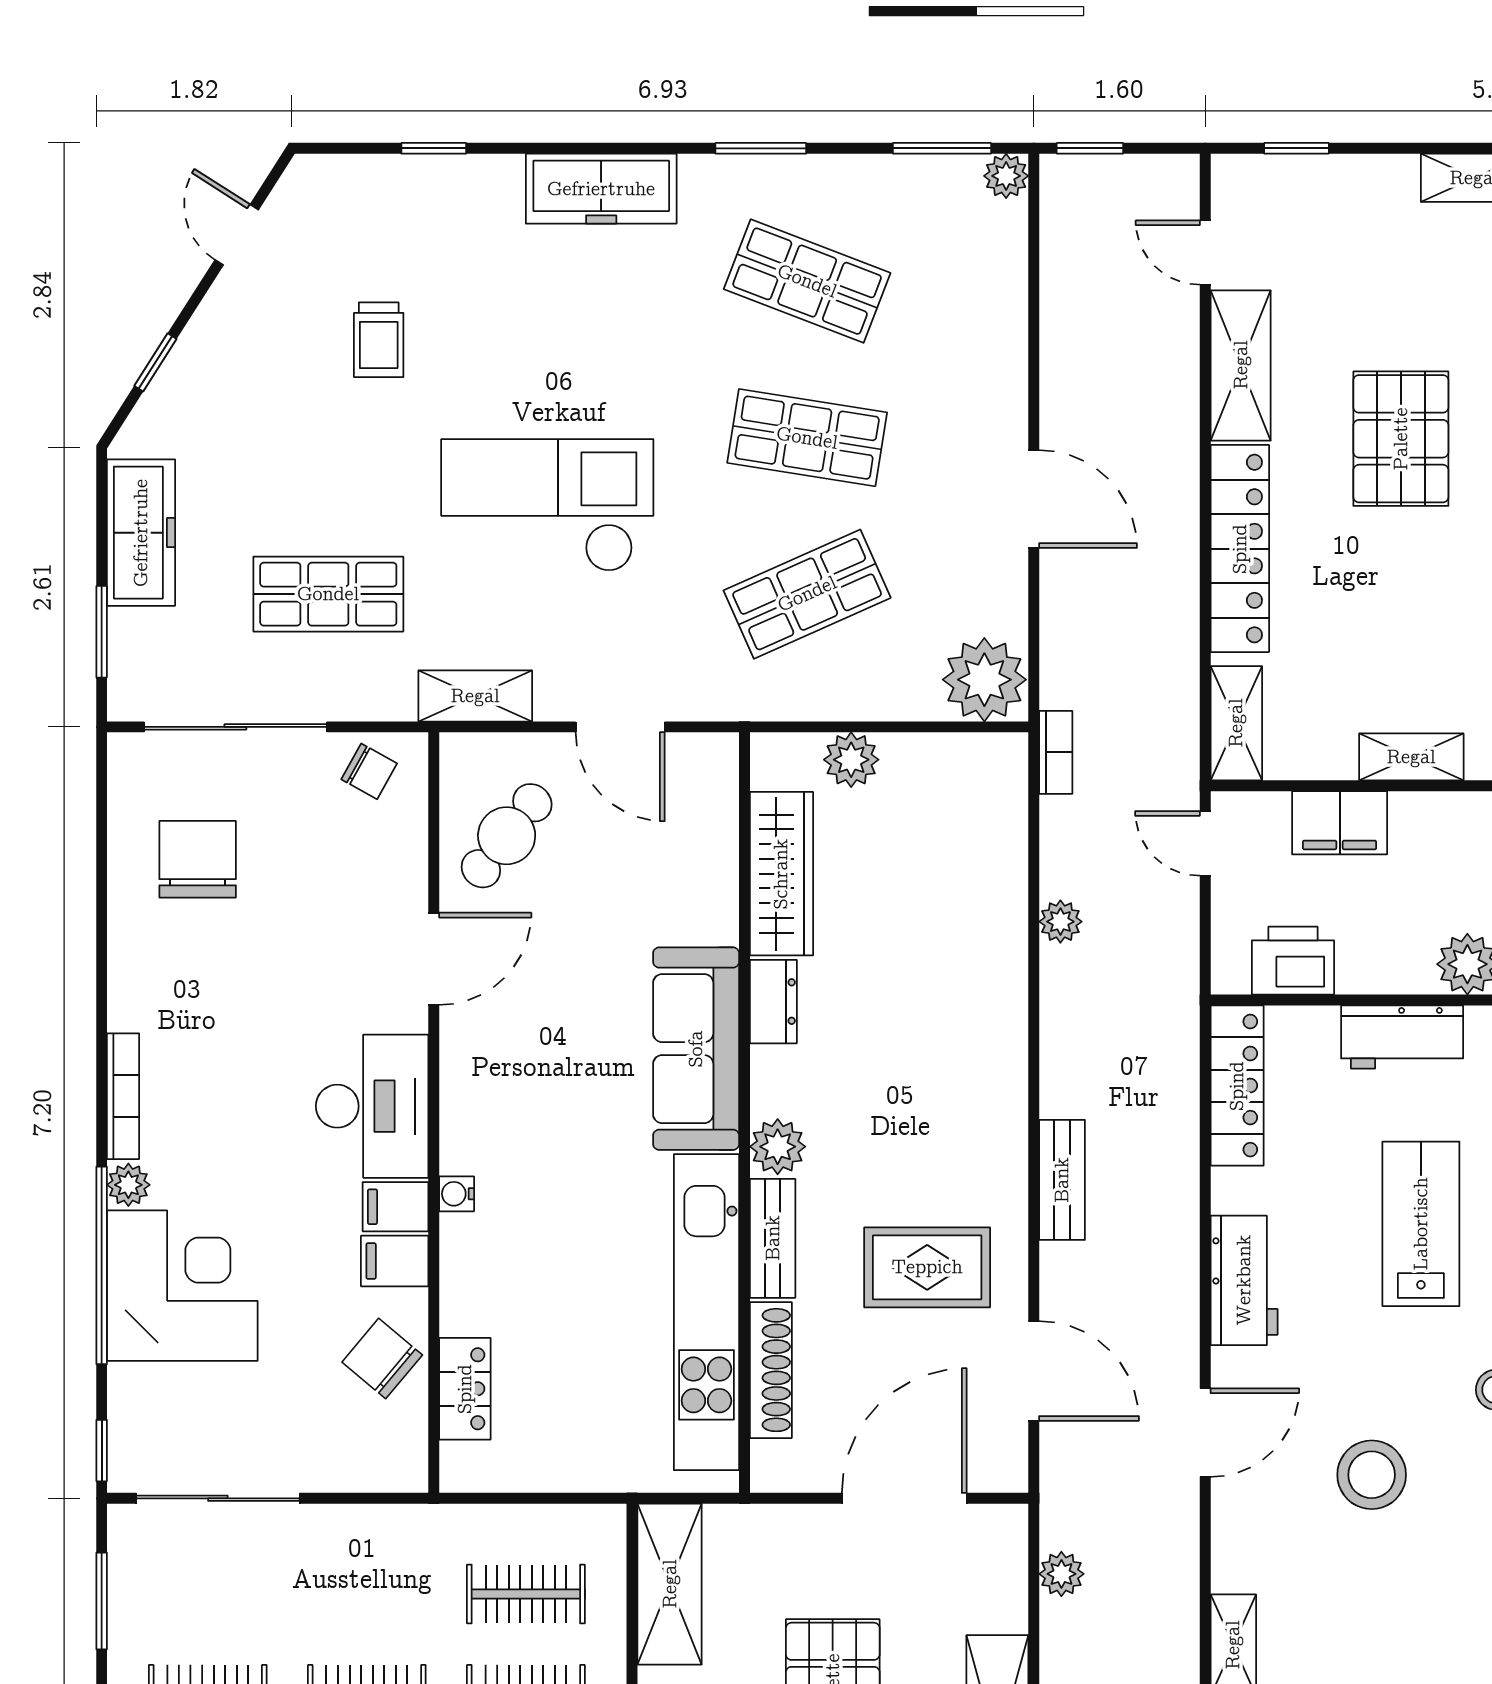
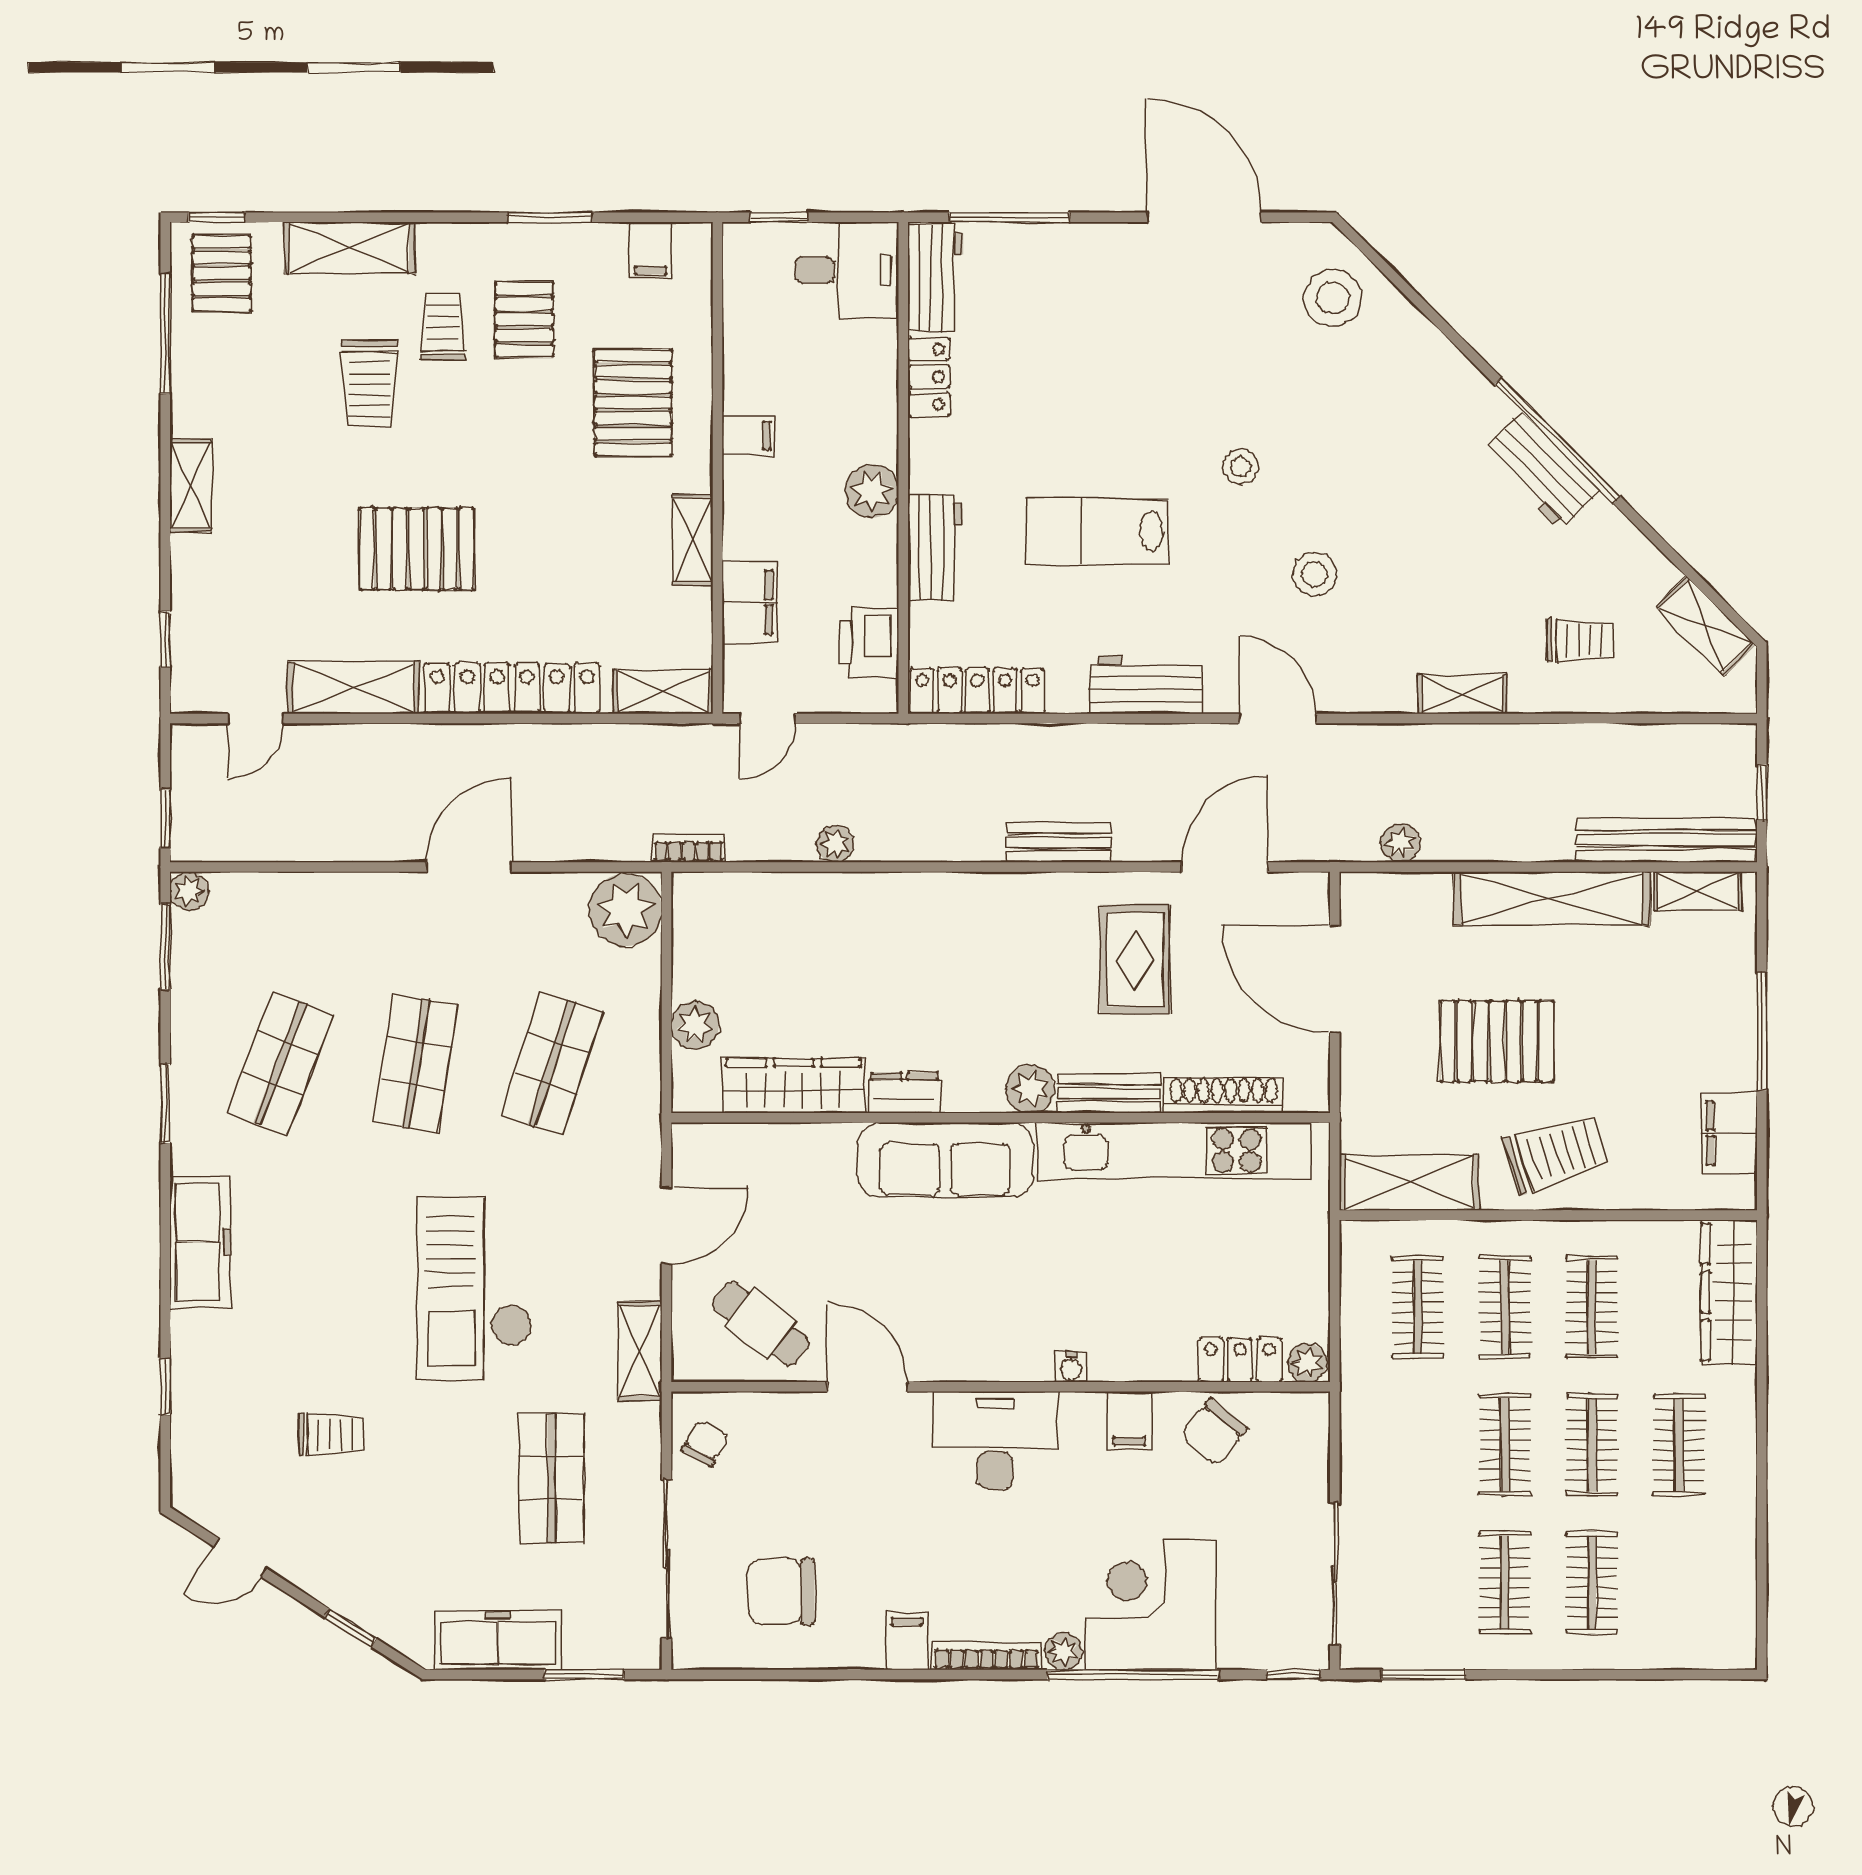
shop shelf: (807, 594) -> (551, 1063), turned 42
filing cabinet: (396, 1207) -> (907, 1641), moved, turned 180
plant: (461, 1466) -> (1307, 1363), added
stool: (1372, 1475) -> (1314, 574), width x0.73, depth x0.73

